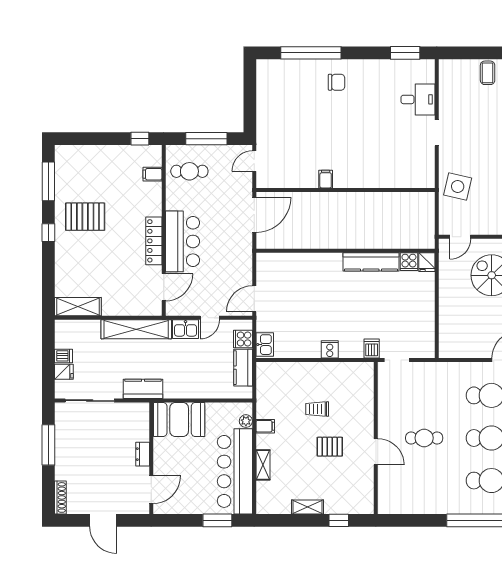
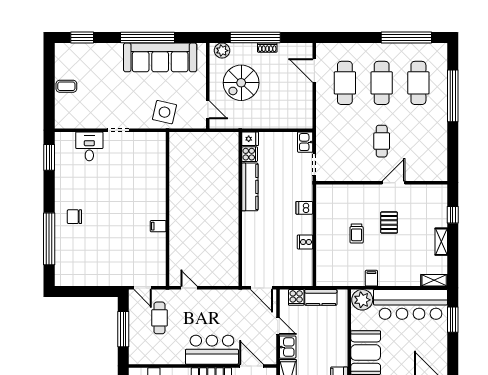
chair: (337, 82) -> (74, 217), turned -90
cafe table: (189, 171) -> (159, 318), moved
door: (254, 215) -> (189, 288), width x0.53
wall: (345, 251) -> (240, 209), moved
kitchen counter: (371, 262) -> (250, 187), moved
cooker: (409, 262) -> (250, 154), moved
fridge: (427, 262) -> (250, 139), moved
kitchen sink: (265, 345) -> (305, 142), moved, turned -90
dishwasher: (372, 348) -> (304, 208), moved
cooker: (330, 349) -> (305, 242), moved
plant: (246, 421) -> (362, 300), width x1.88, depth x1.88
shelving: (263, 465) -> (434, 280), moved

